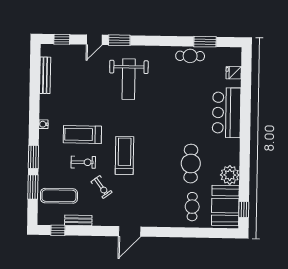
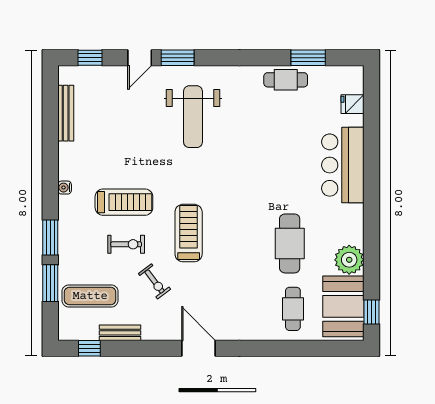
treadmill: (82, 134) -> (124, 202), turned 180
door: (130, 231) -> (198, 348), swing flipped

